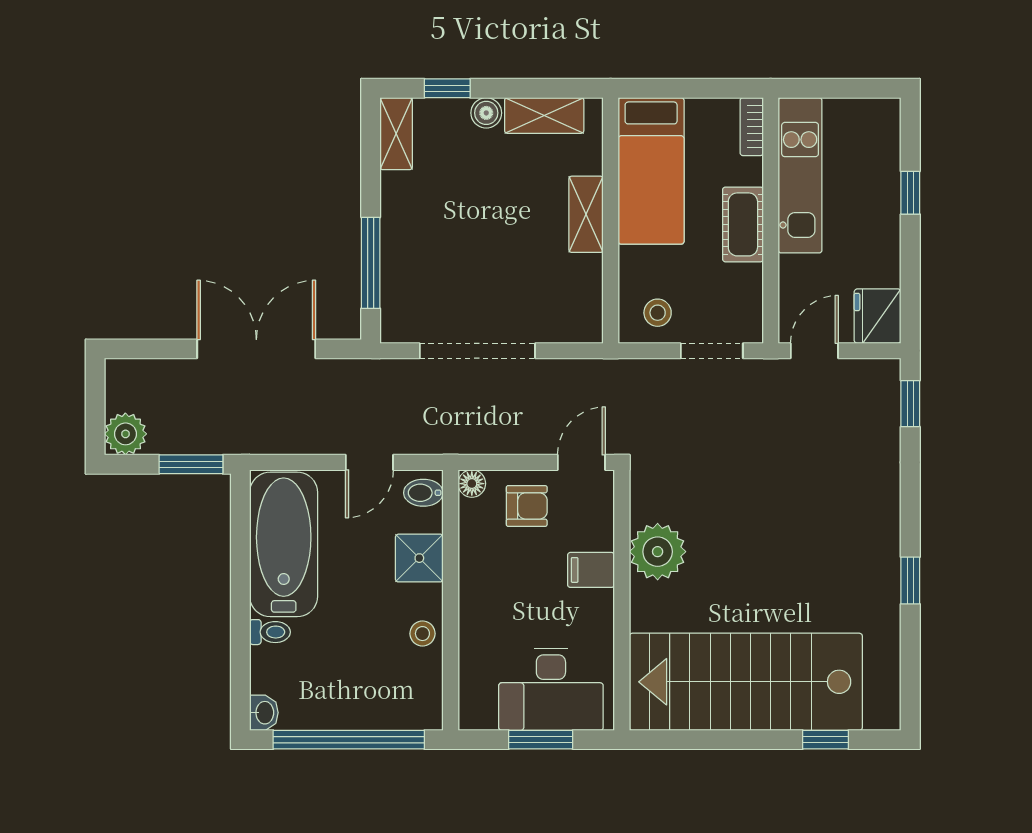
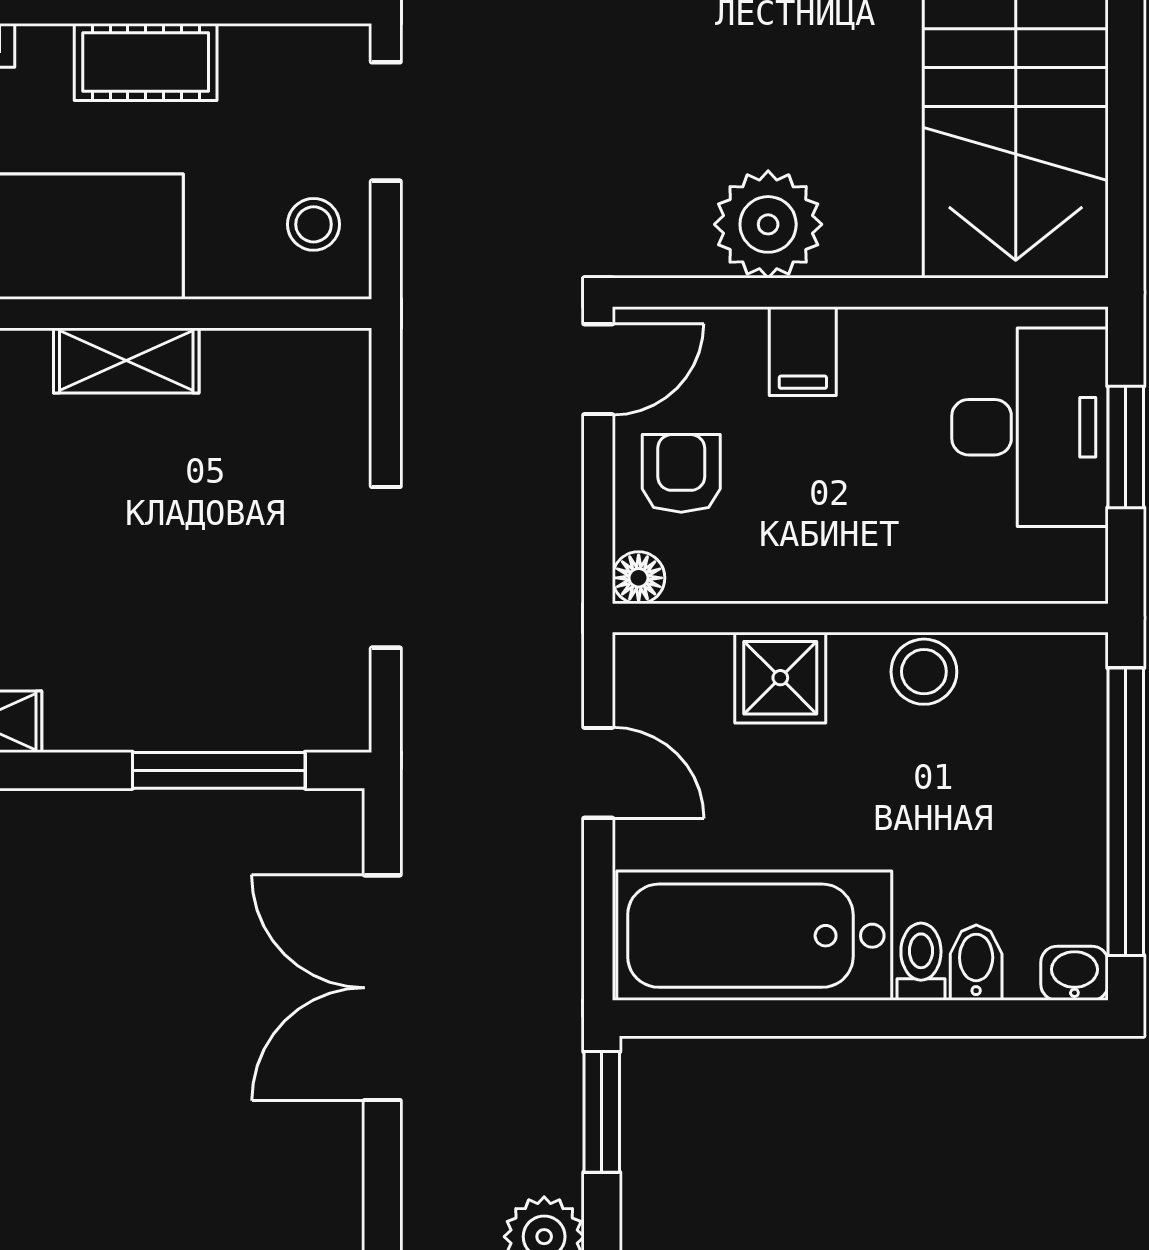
doorway: (477, 351) -> (386, 567), width x0.73
door: (581, 462) -> (598, 369), swing flipped
bidet: (423, 493) -> (976, 963), moved, turned 180
stool: (422, 634) -> (924, 672), width x1.37, depth x1.37

